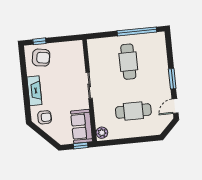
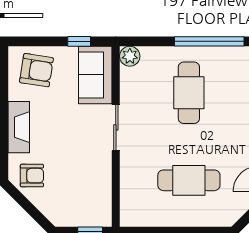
window: (39, 41) -> (79, 41), moved
sofa: (82, 126) -> (95, 75), moved
plant: (102, 133) -> (130, 56), moved

